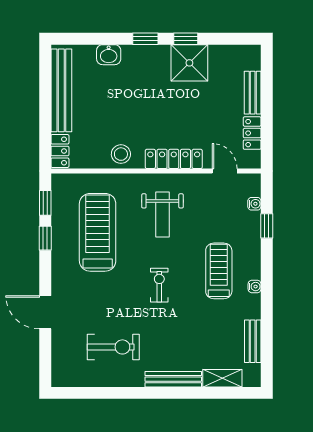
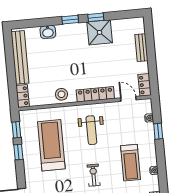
locker: (252, 133) -> (145, 85), moved
treadmill: (219, 271) -> (130, 163), turned 180

